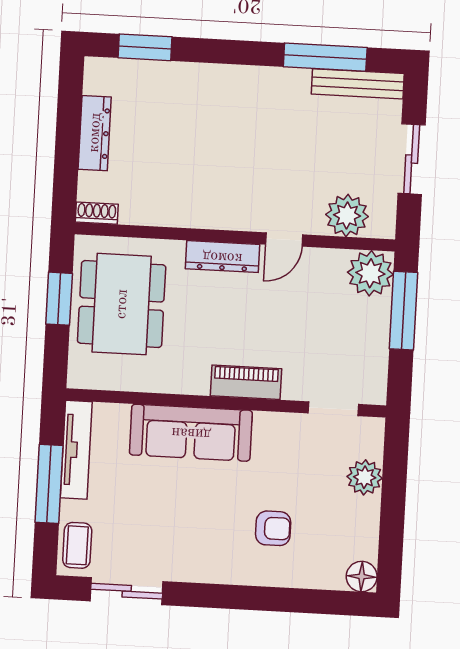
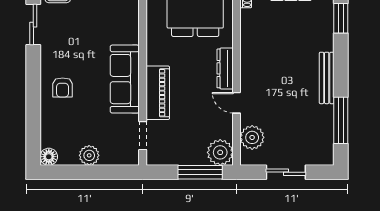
bench: (358, 84) -> (327, 78), moved
piano: (246, 382) -> (158, 93), width x1.37, depth x1.33
sofa: (191, 433) -> (125, 79), moved
plant: (365, 477) -> (89, 155), moved
armchair: (273, 528) -> (63, 87), moved

